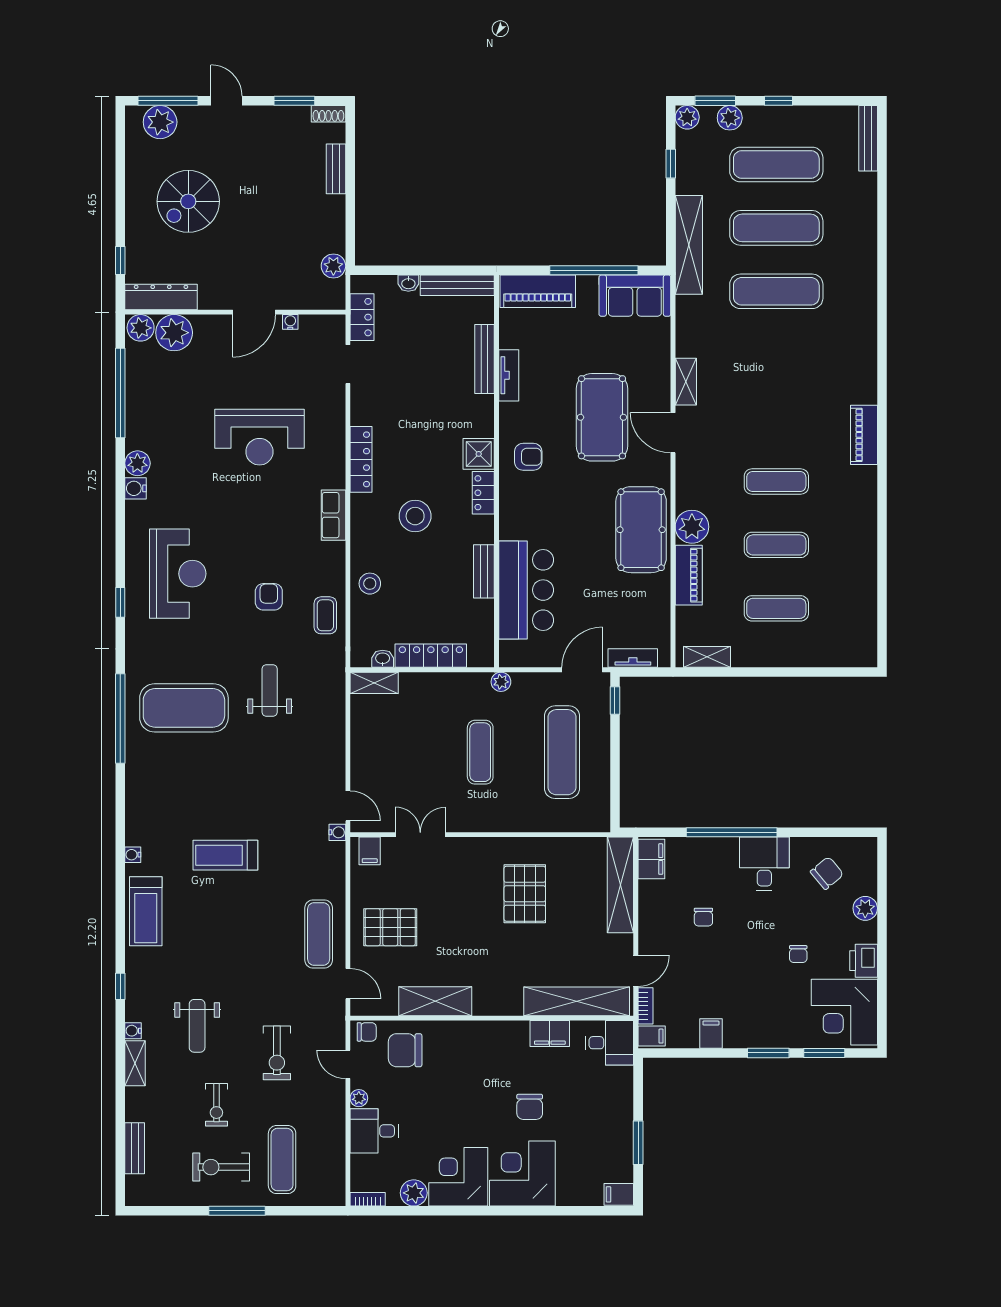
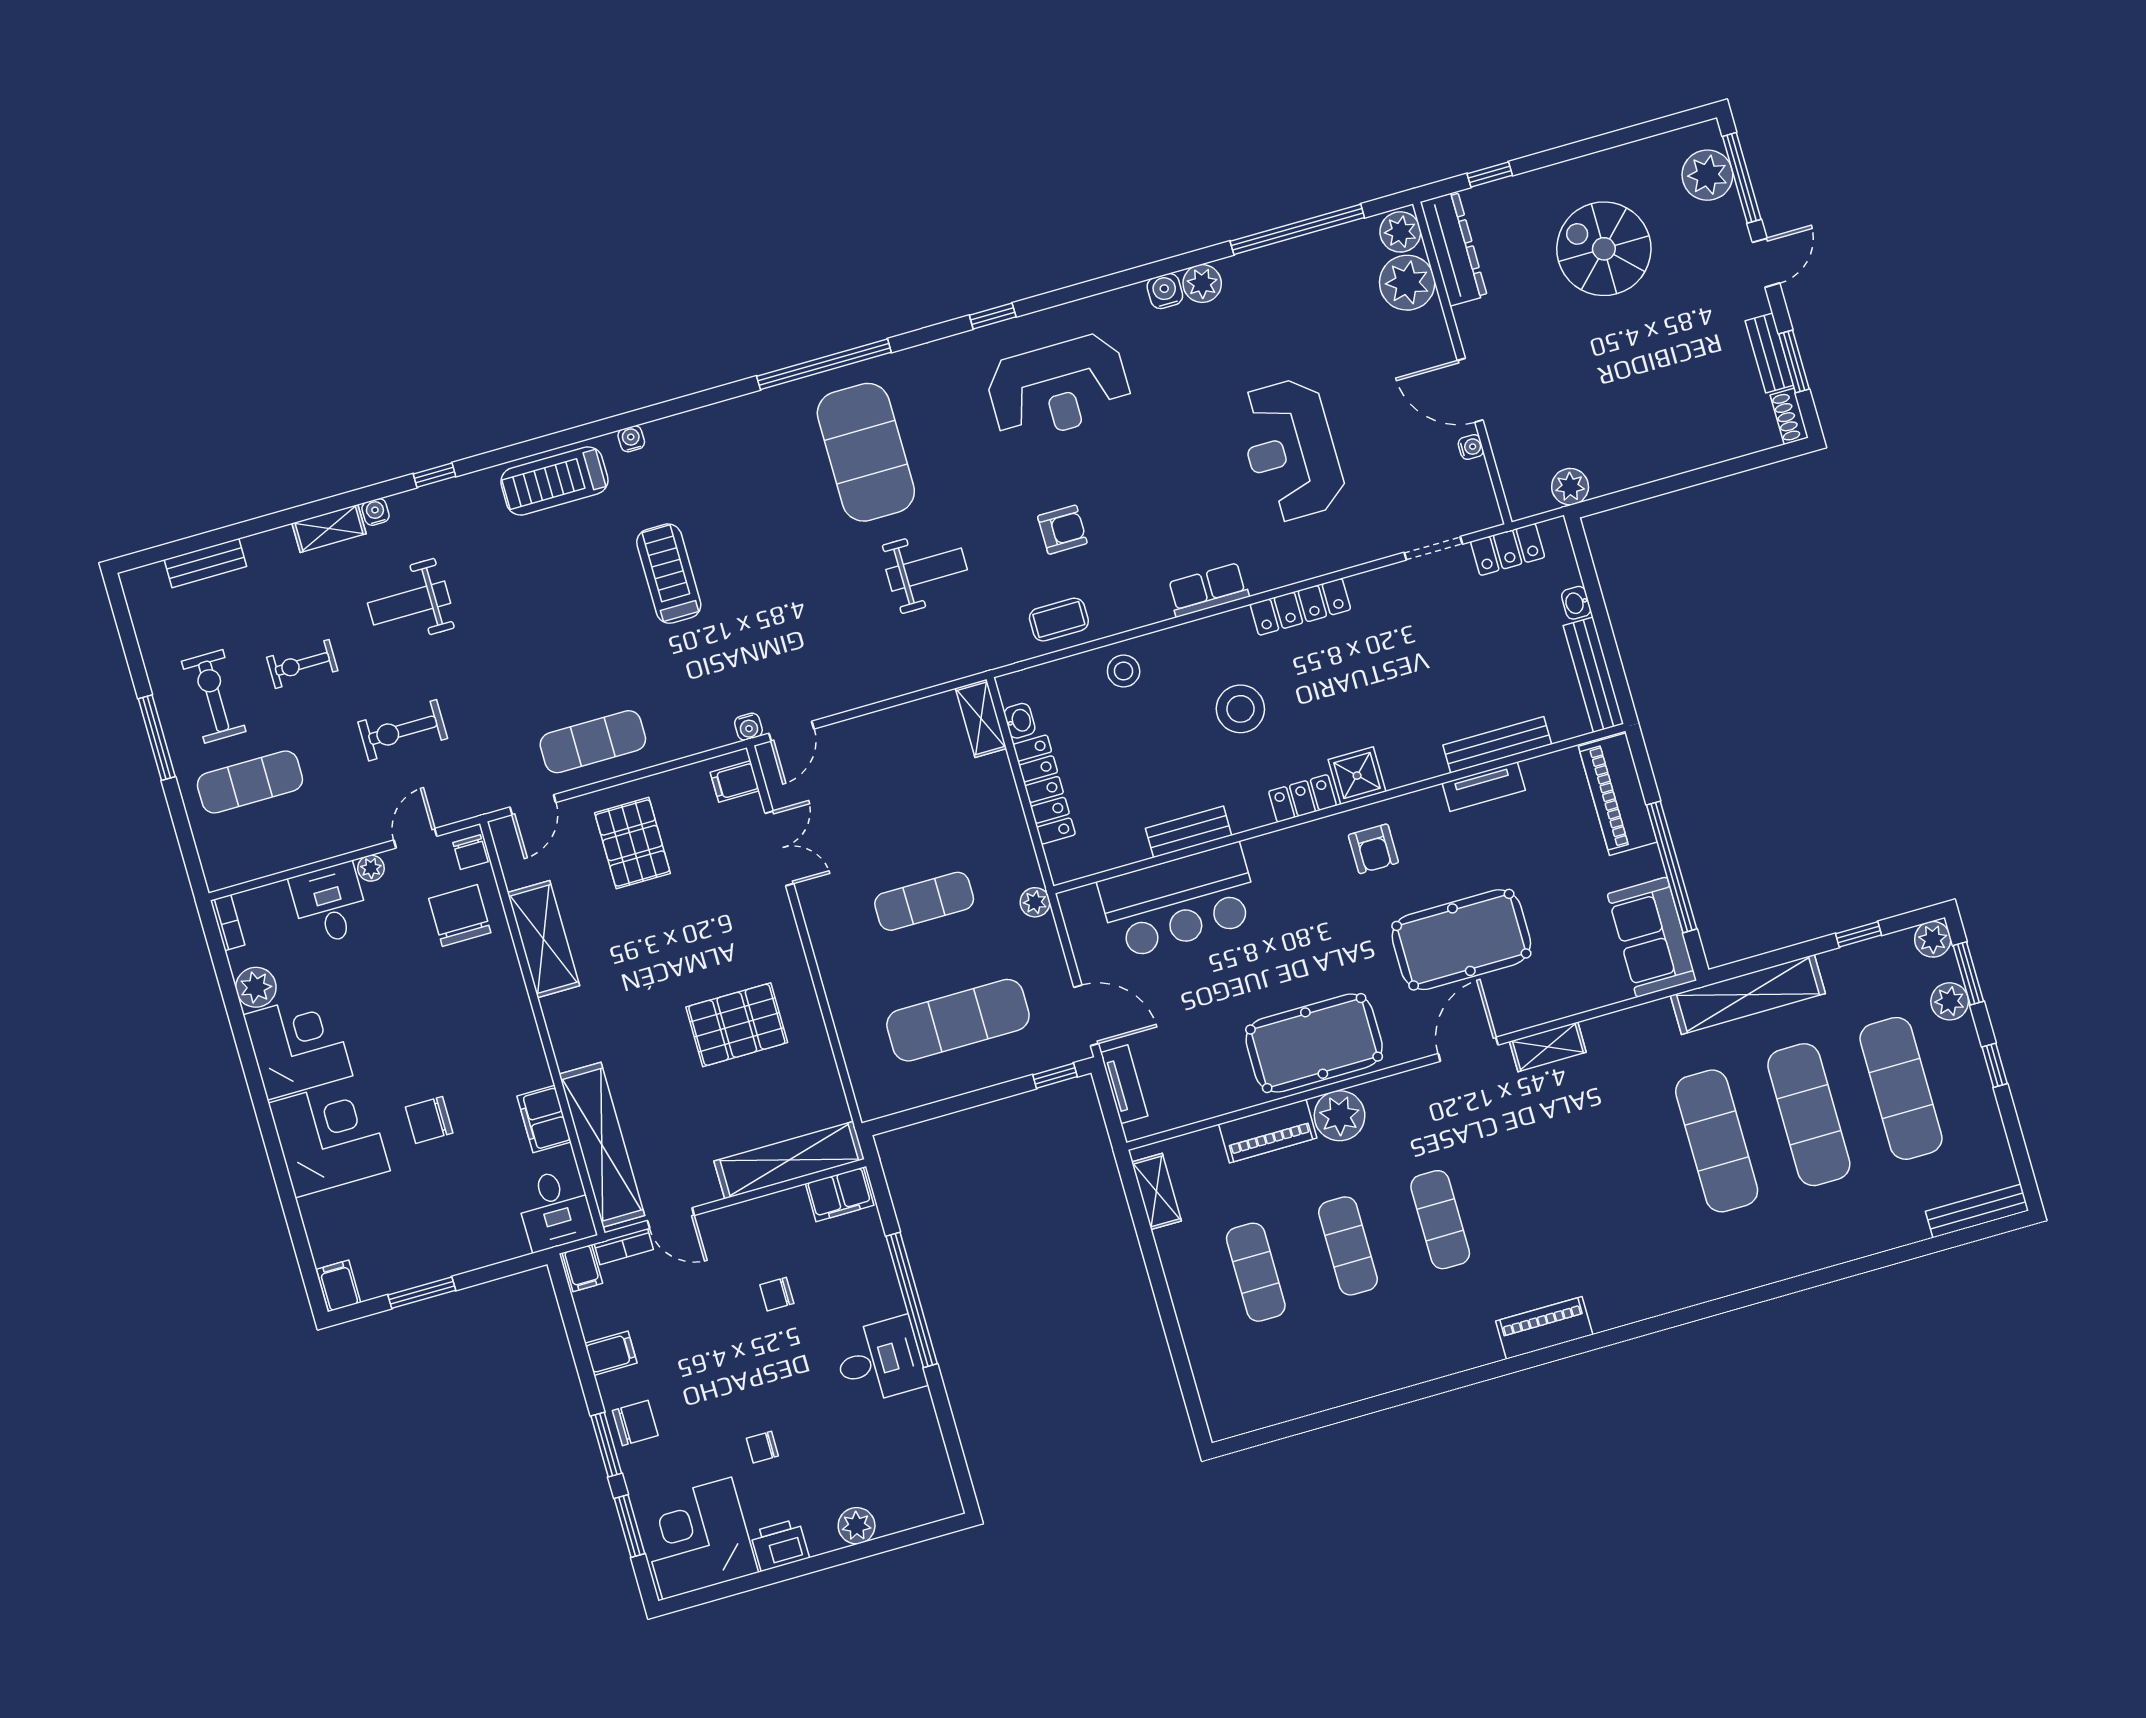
bench: (336, 169) -> (1769, 353), moved, turned 90
chair: (827, 873) -> (635, 1423), moved, turned -50

